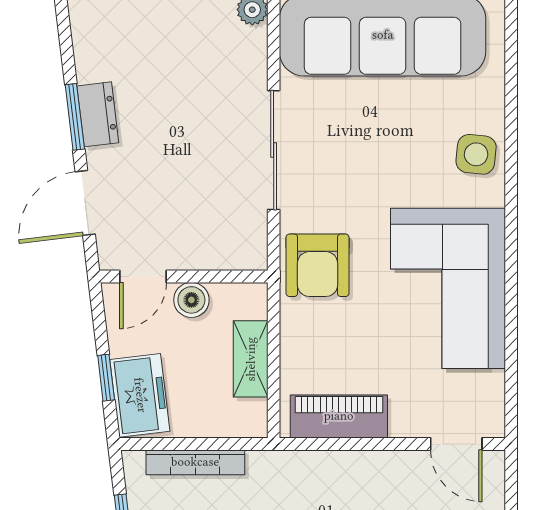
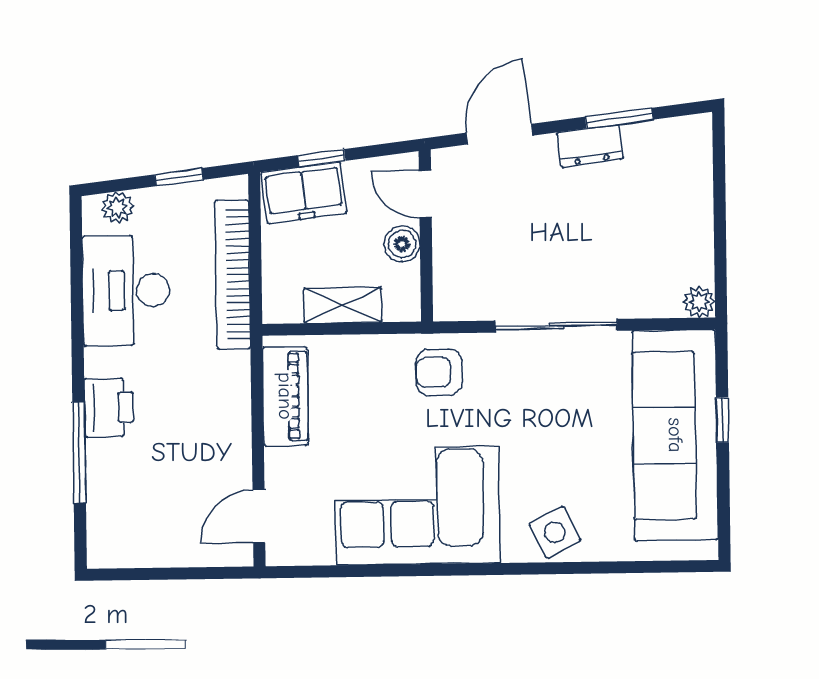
window: (75, 117) -> (619, 118), moved
side table: (476, 154) -> (555, 532), turned -32
door: (85, 203) -> (499, 134), hinge flipped
armchair: (318, 265) -> (439, 372), width x0.72, depth x0.72
bookcase: (195, 462) -> (233, 275), width x1.48, depth x1.31

